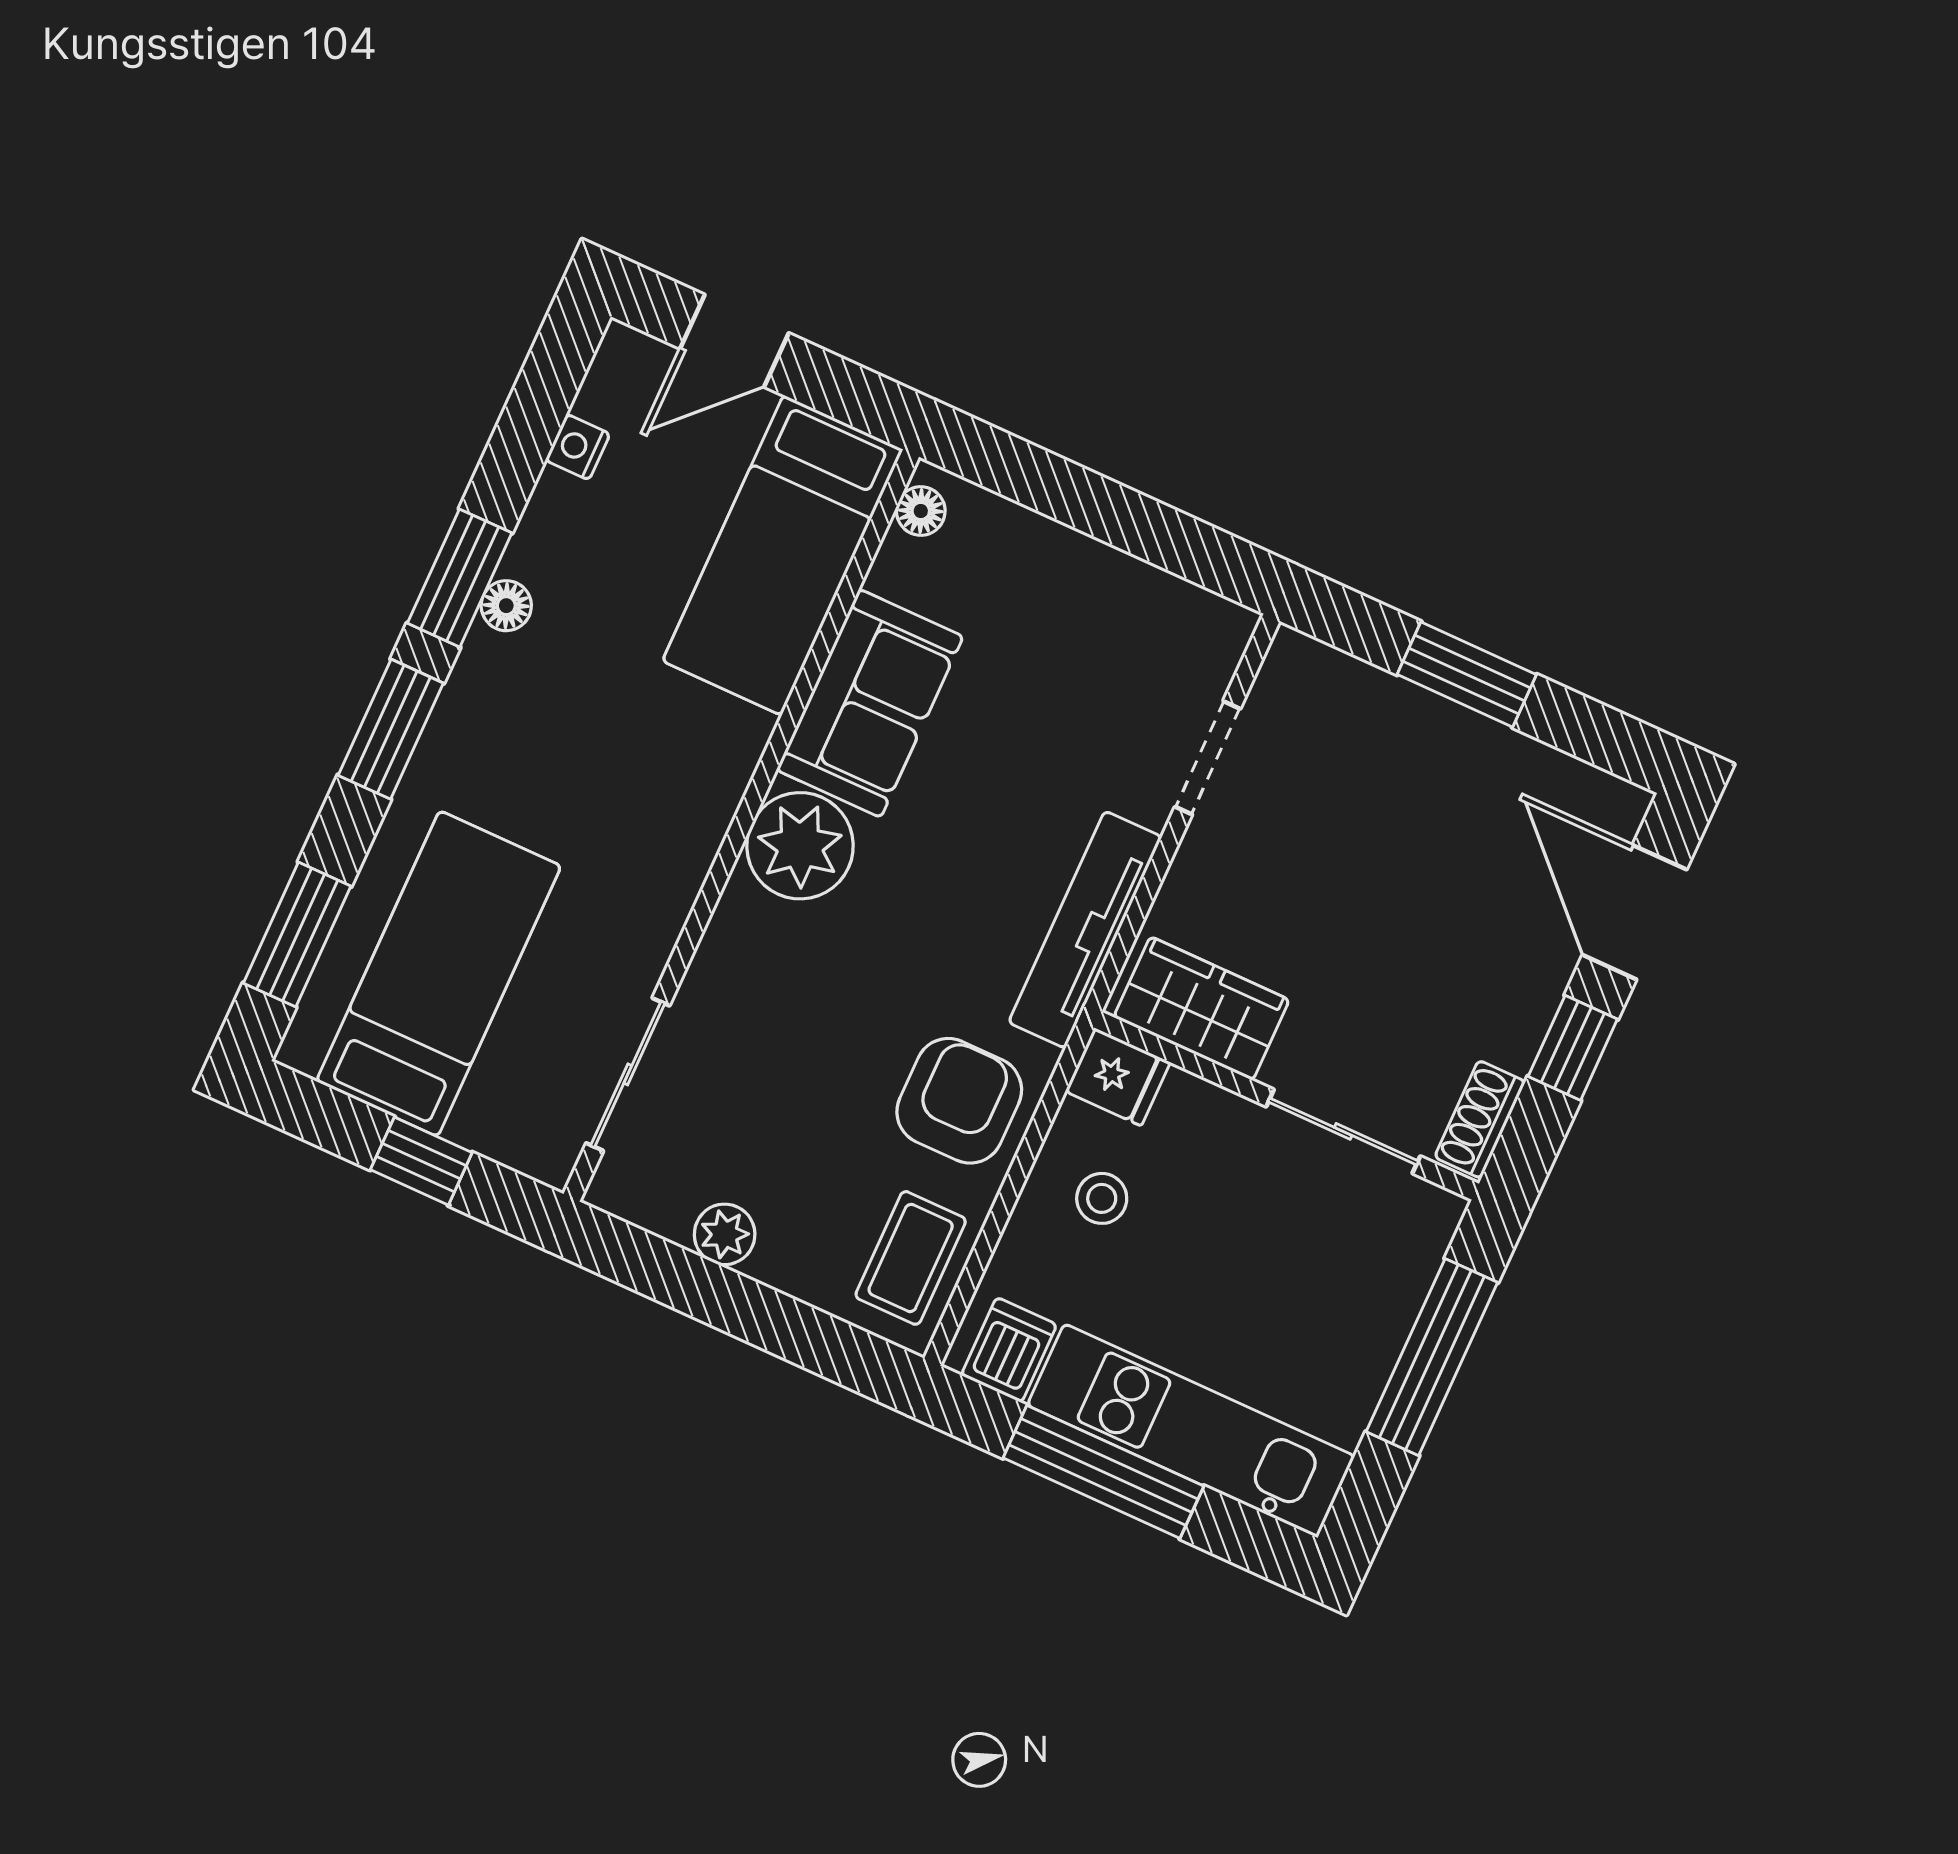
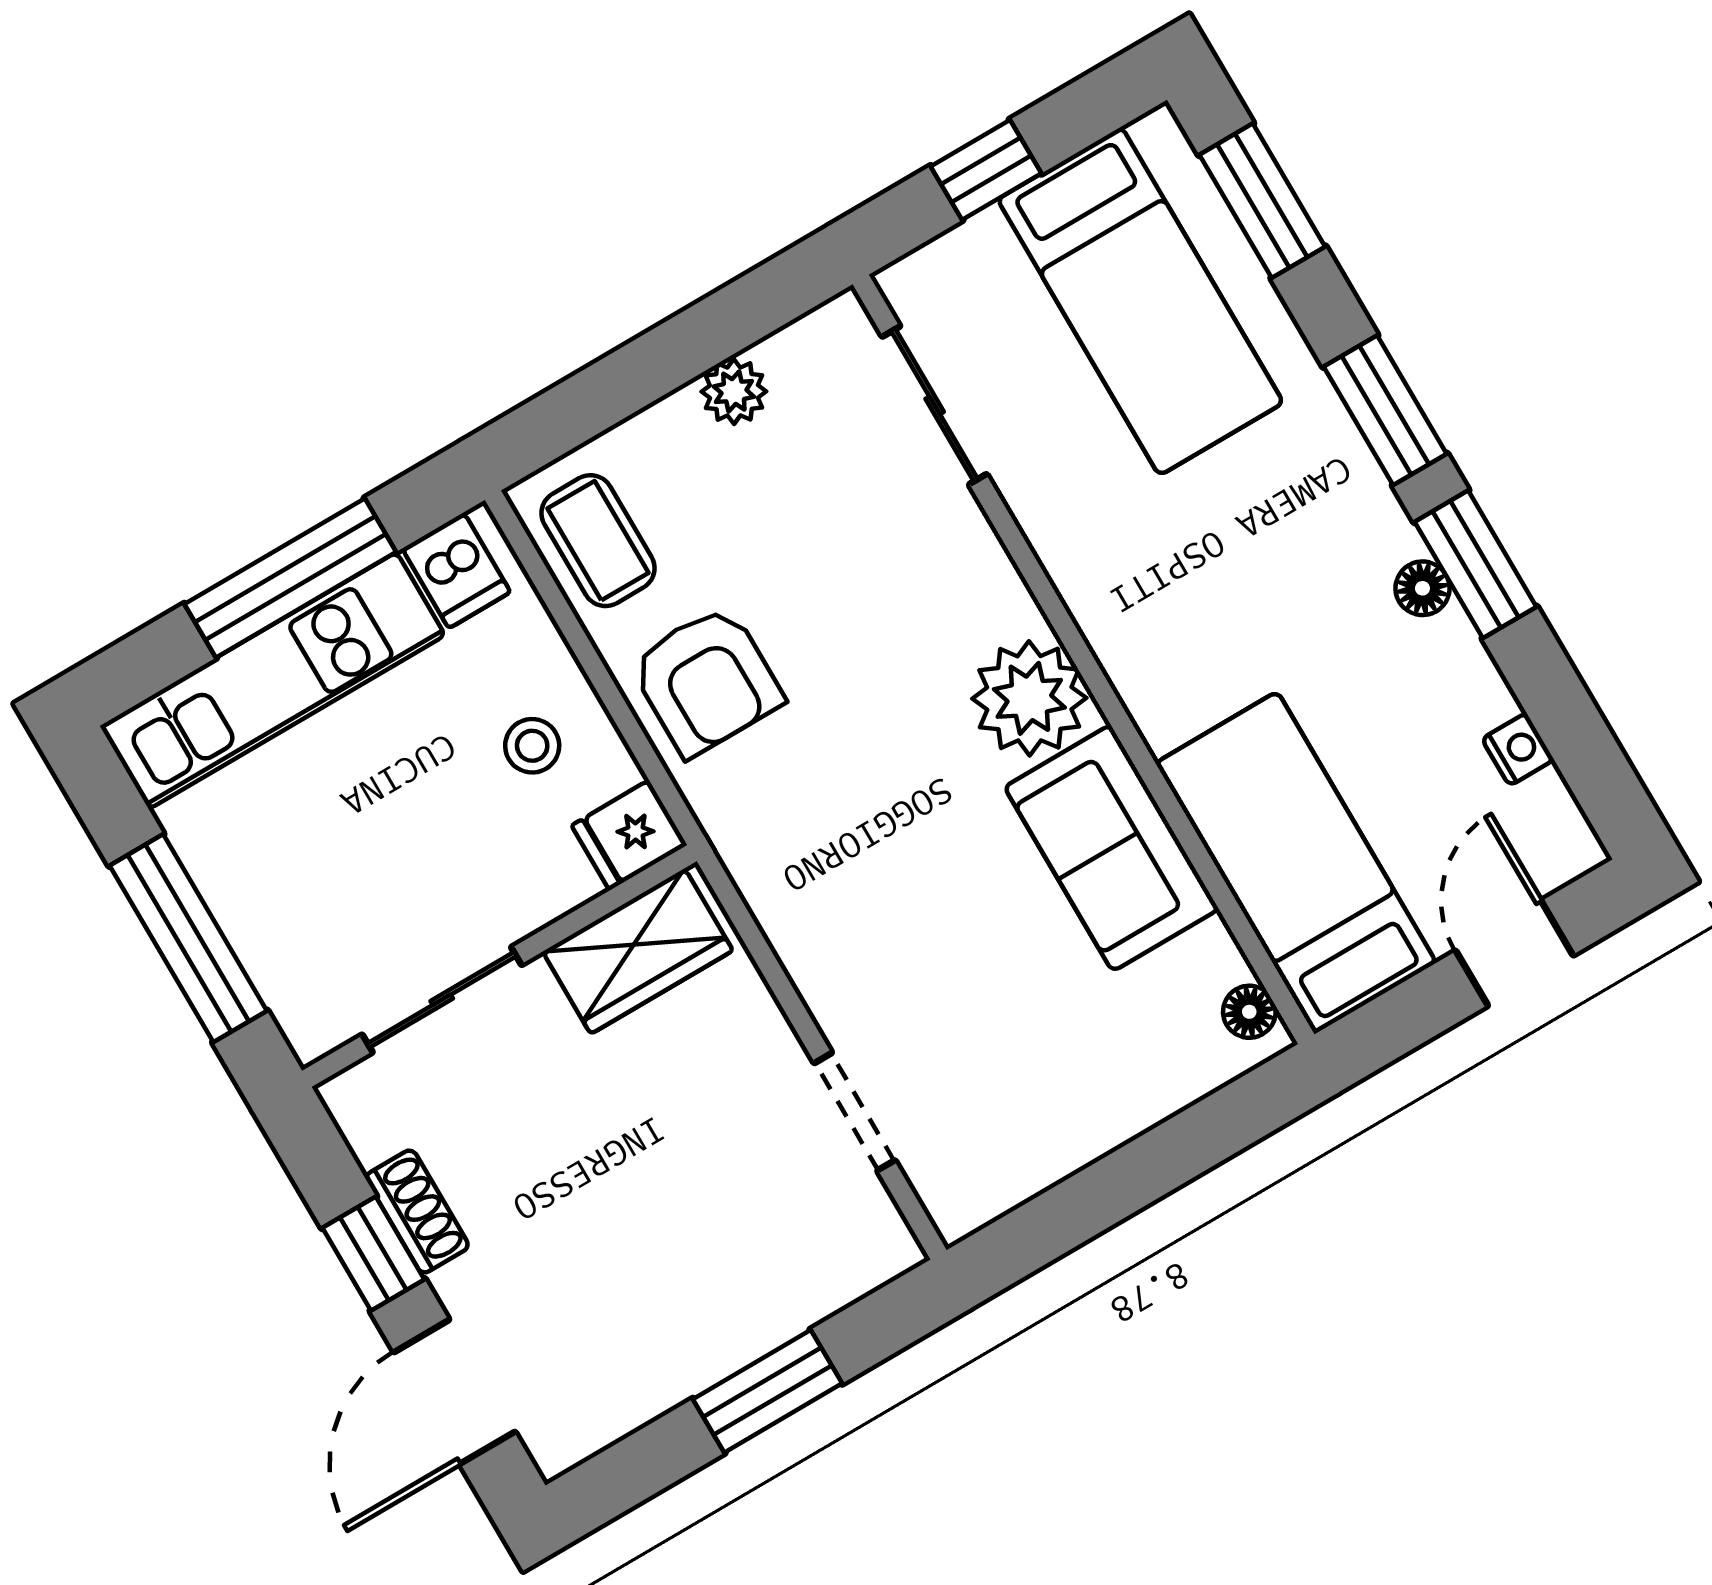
door: (1635, 912) -> (454, 1392), swing flipped
tv unit: (1085, 930) -> (779, 897), removed
shoe rack: (1480, 1119) -> (417, 1212), moved

